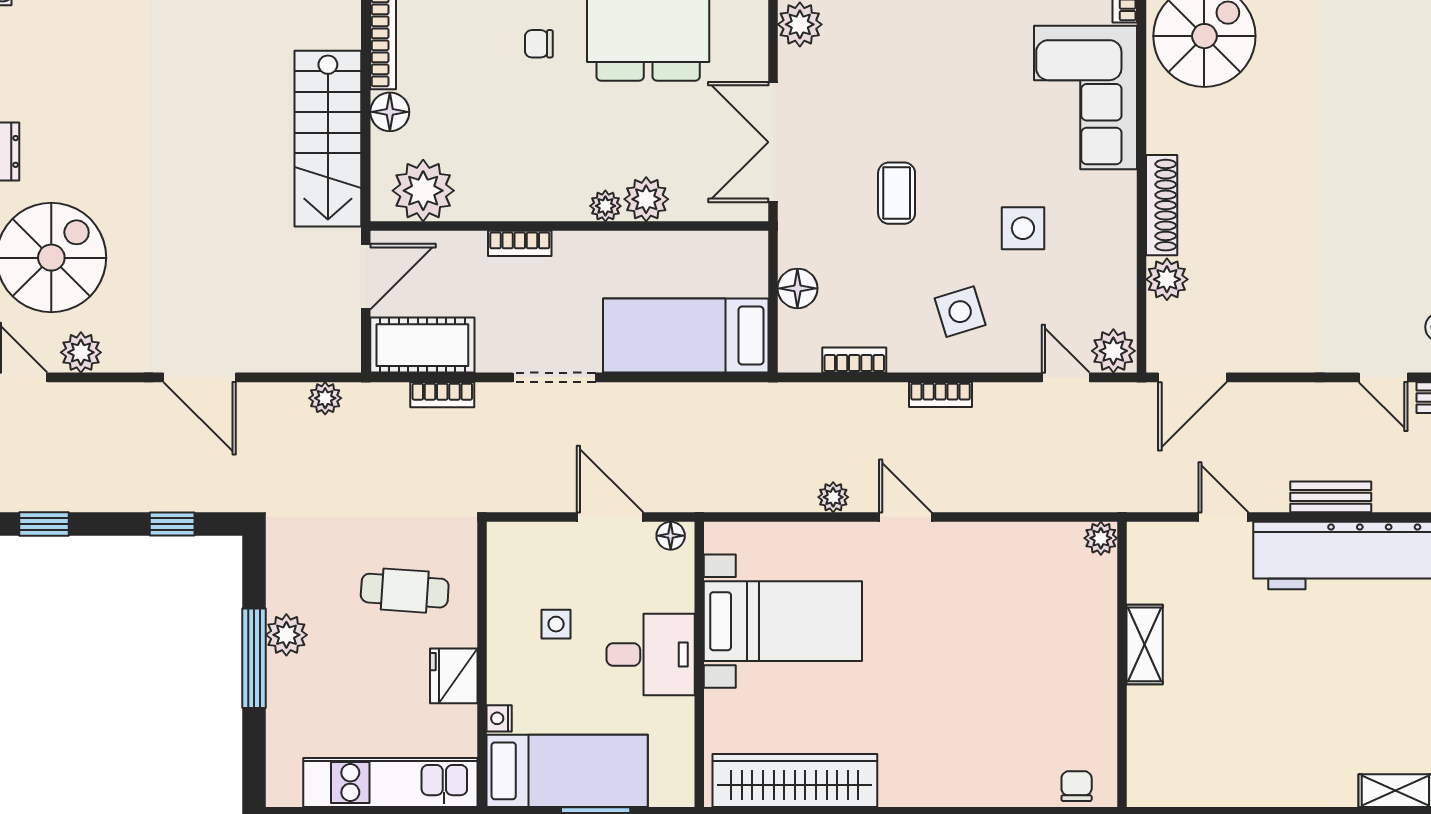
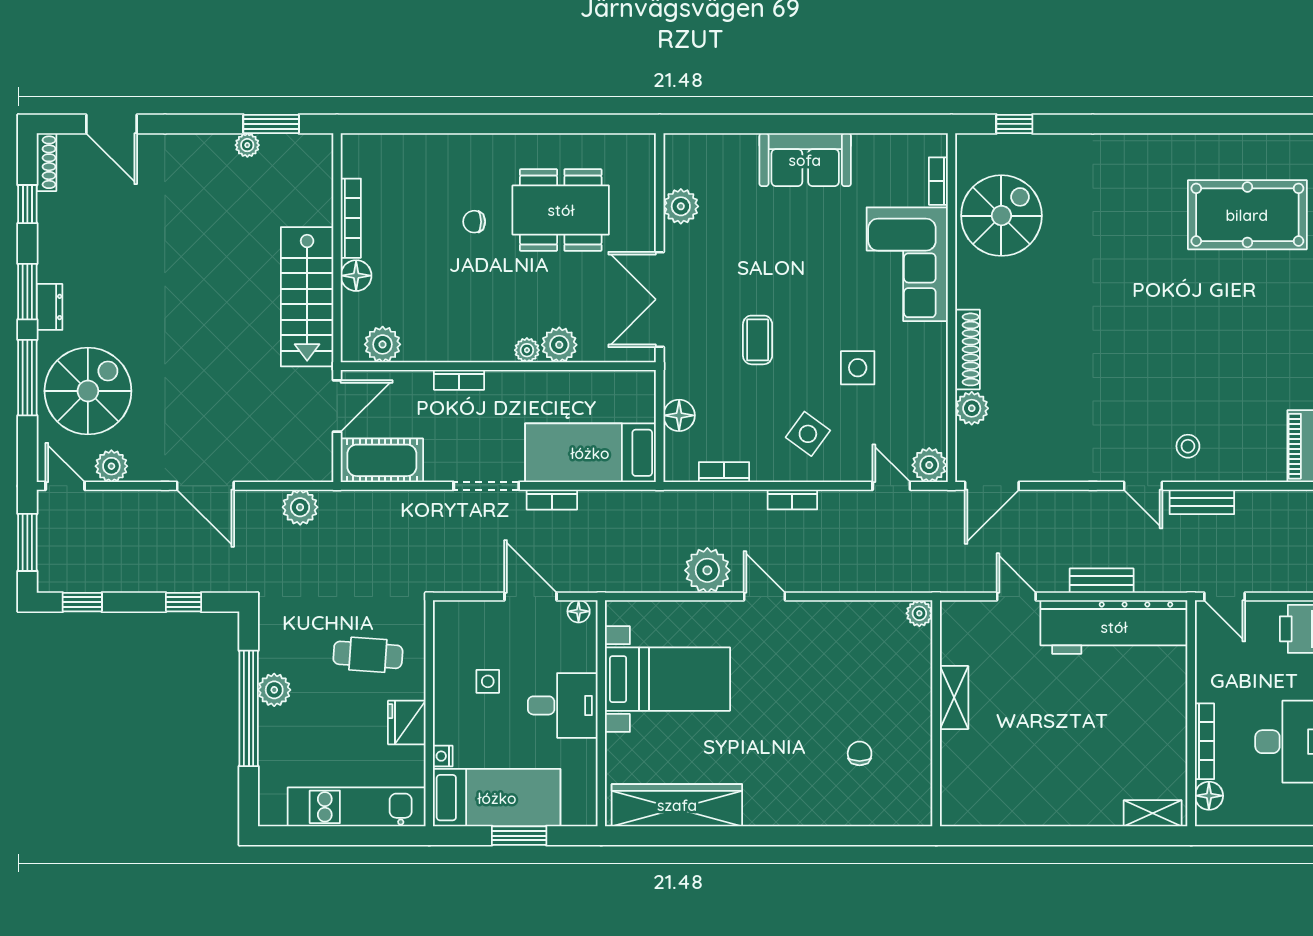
plant: (423, 191) -> (383, 344), width x0.73, depth x0.73
side table: (960, 312) -> (808, 434), turned -37
bookcase: (442, 395) -> (552, 500), moved
plant: (325, 398) -> (300, 507), width x1.38, depth x1.38
plant: (833, 497) -> (707, 570), width x1.88, depth x1.88
window: (254, 658) -> (249, 708), width x1.46
chair: (1077, 786) -> (860, 753), moved

